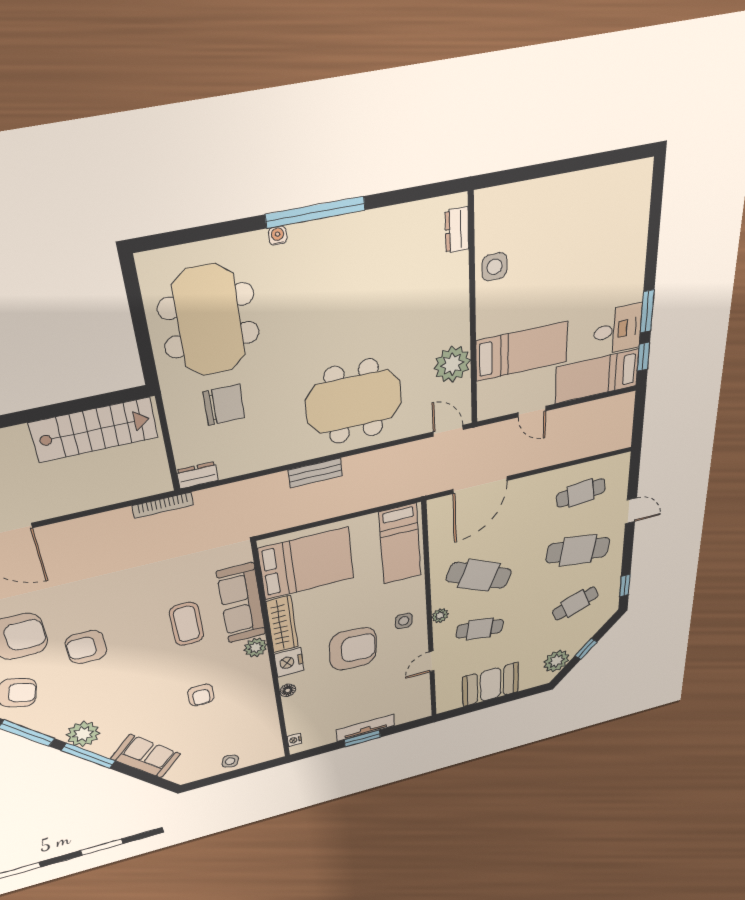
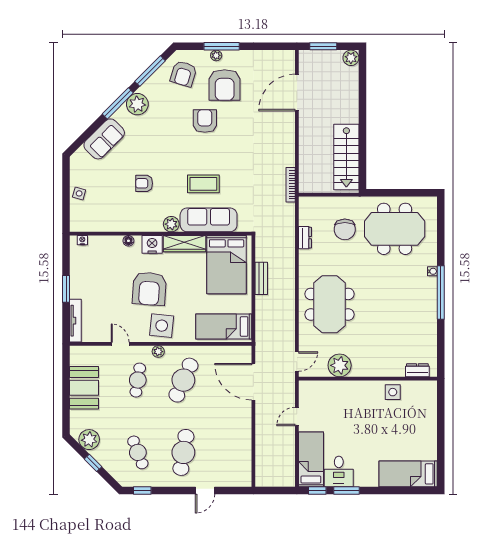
bed: (522, 351) -> (408, 474), moved, turned 90
bench: (315, 473) -> (261, 278), moved
dresser: (197, 475) -> (305, 238), moved
cafe table: (581, 493) -> (229, 452), removed
side table: (404, 621) -> (162, 326), width x1.87, depth x1.87
tv unit: (365, 728) -> (75, 321), moved

